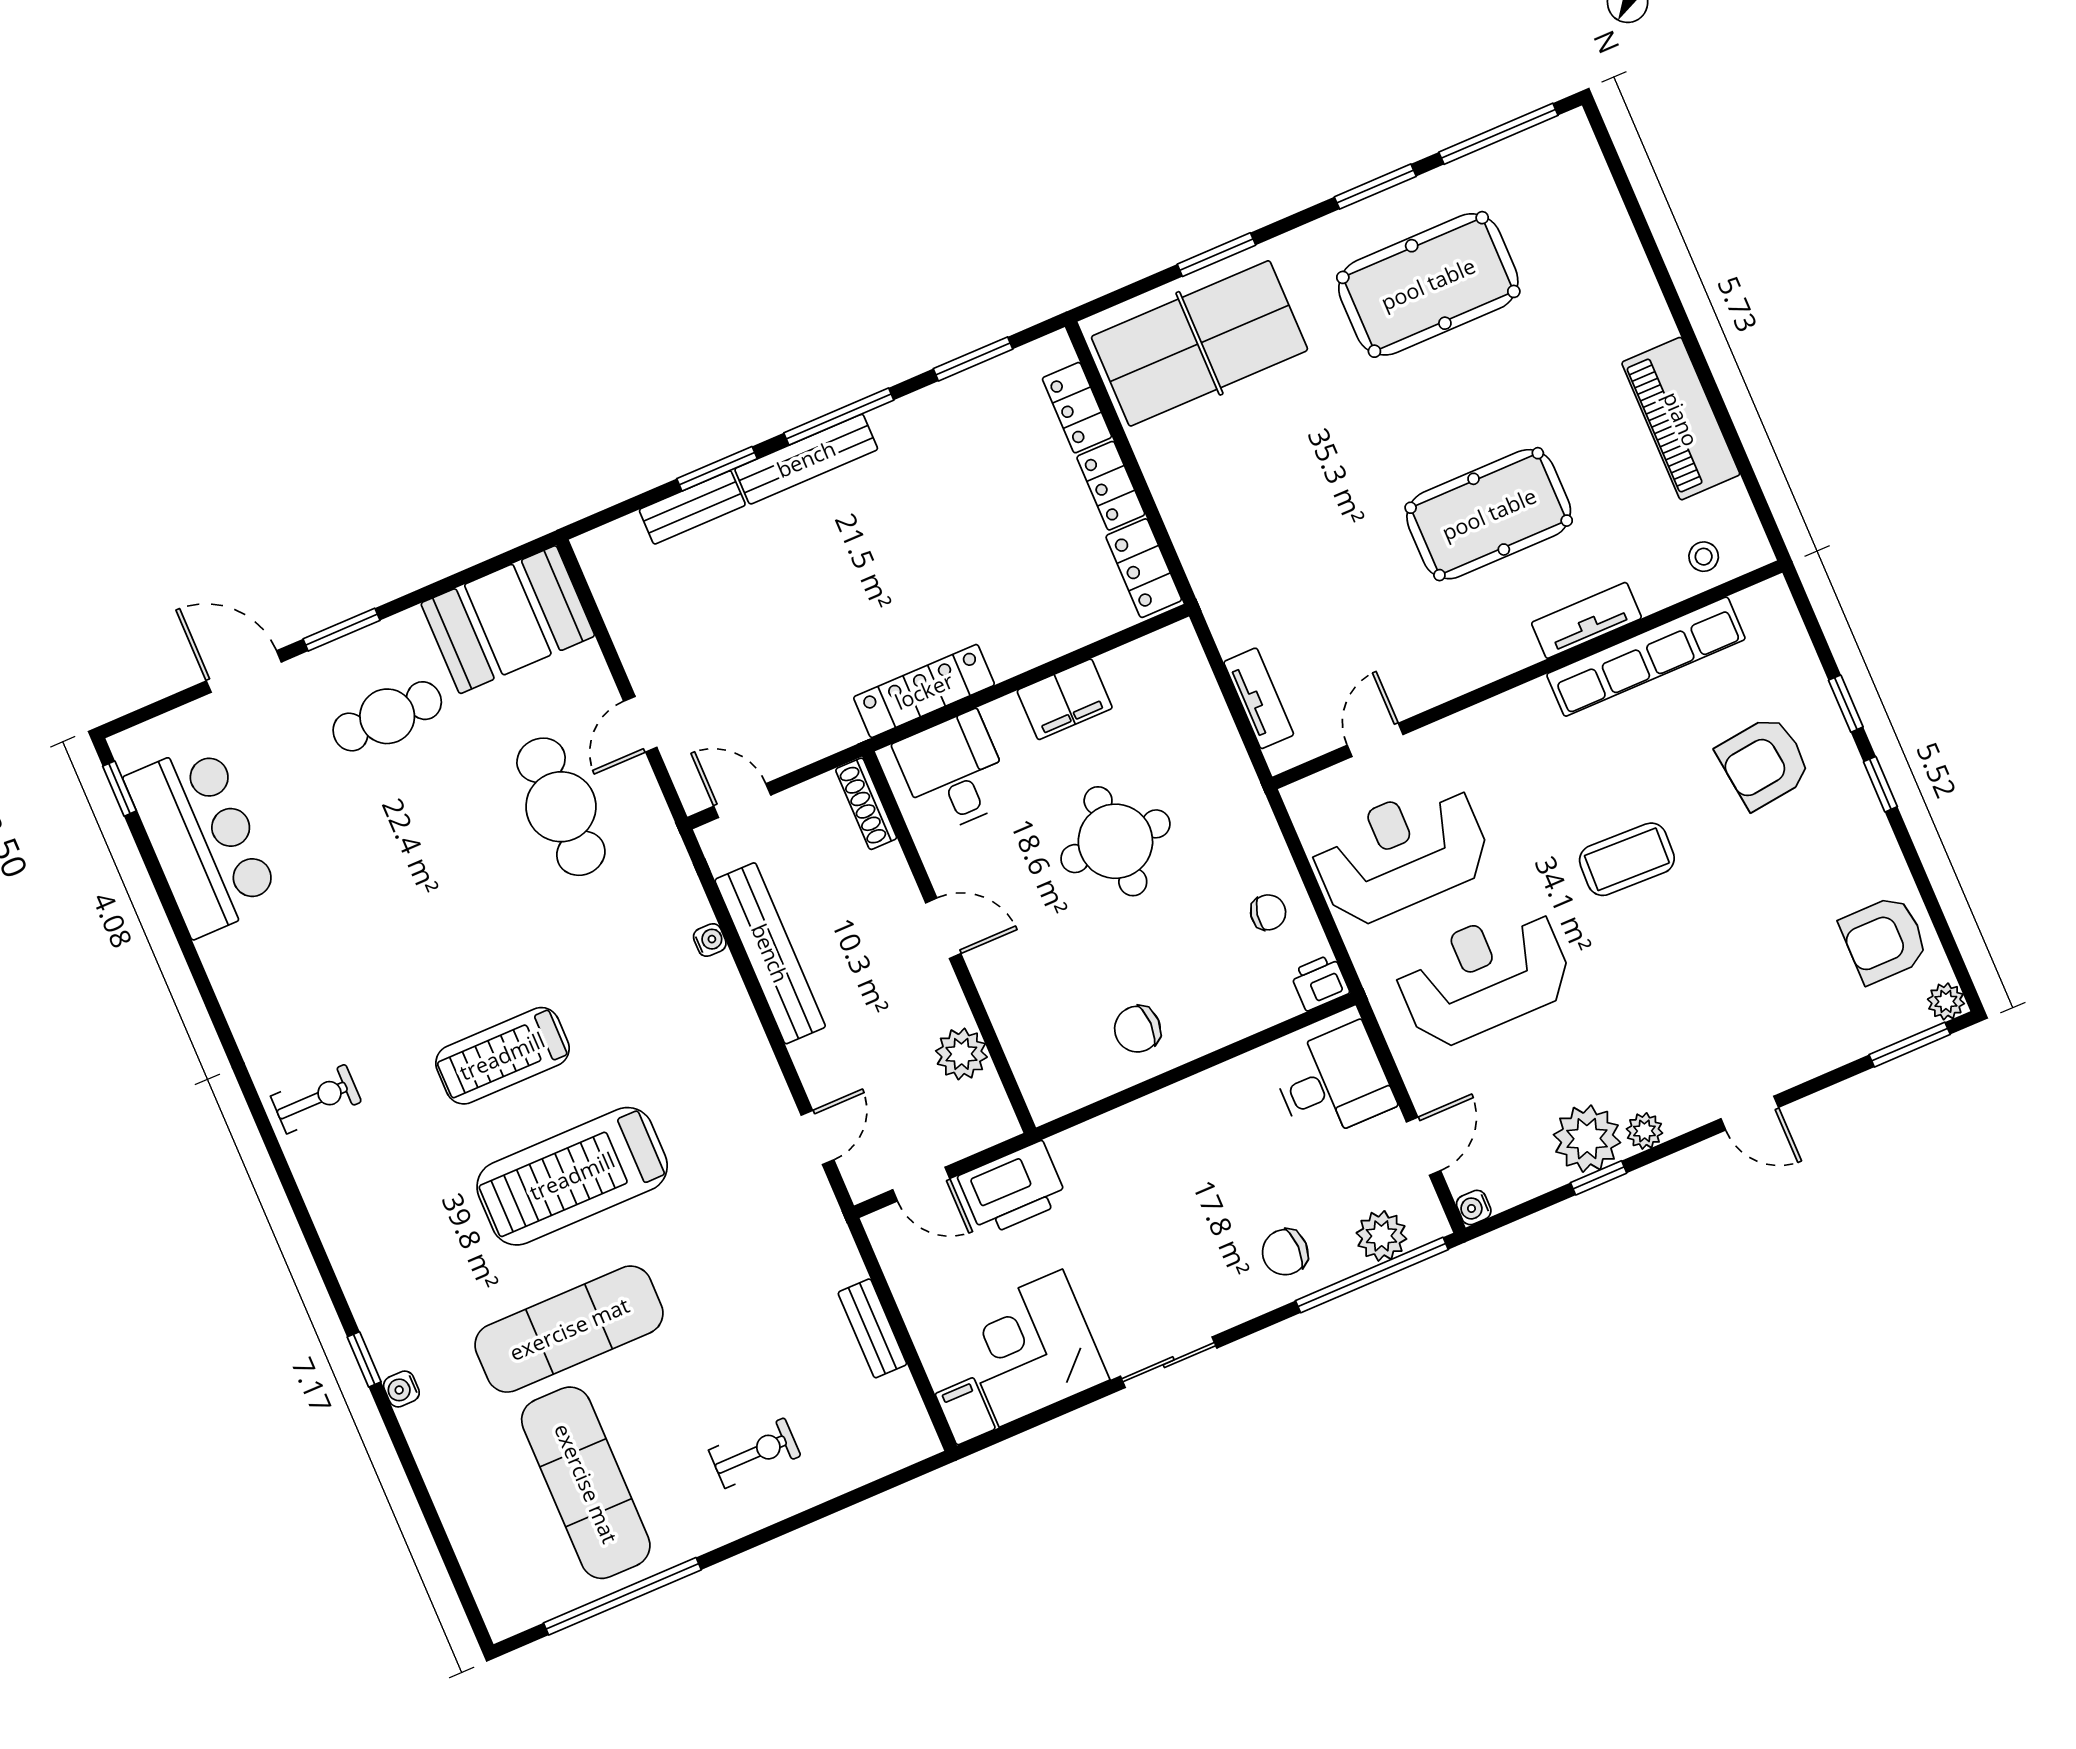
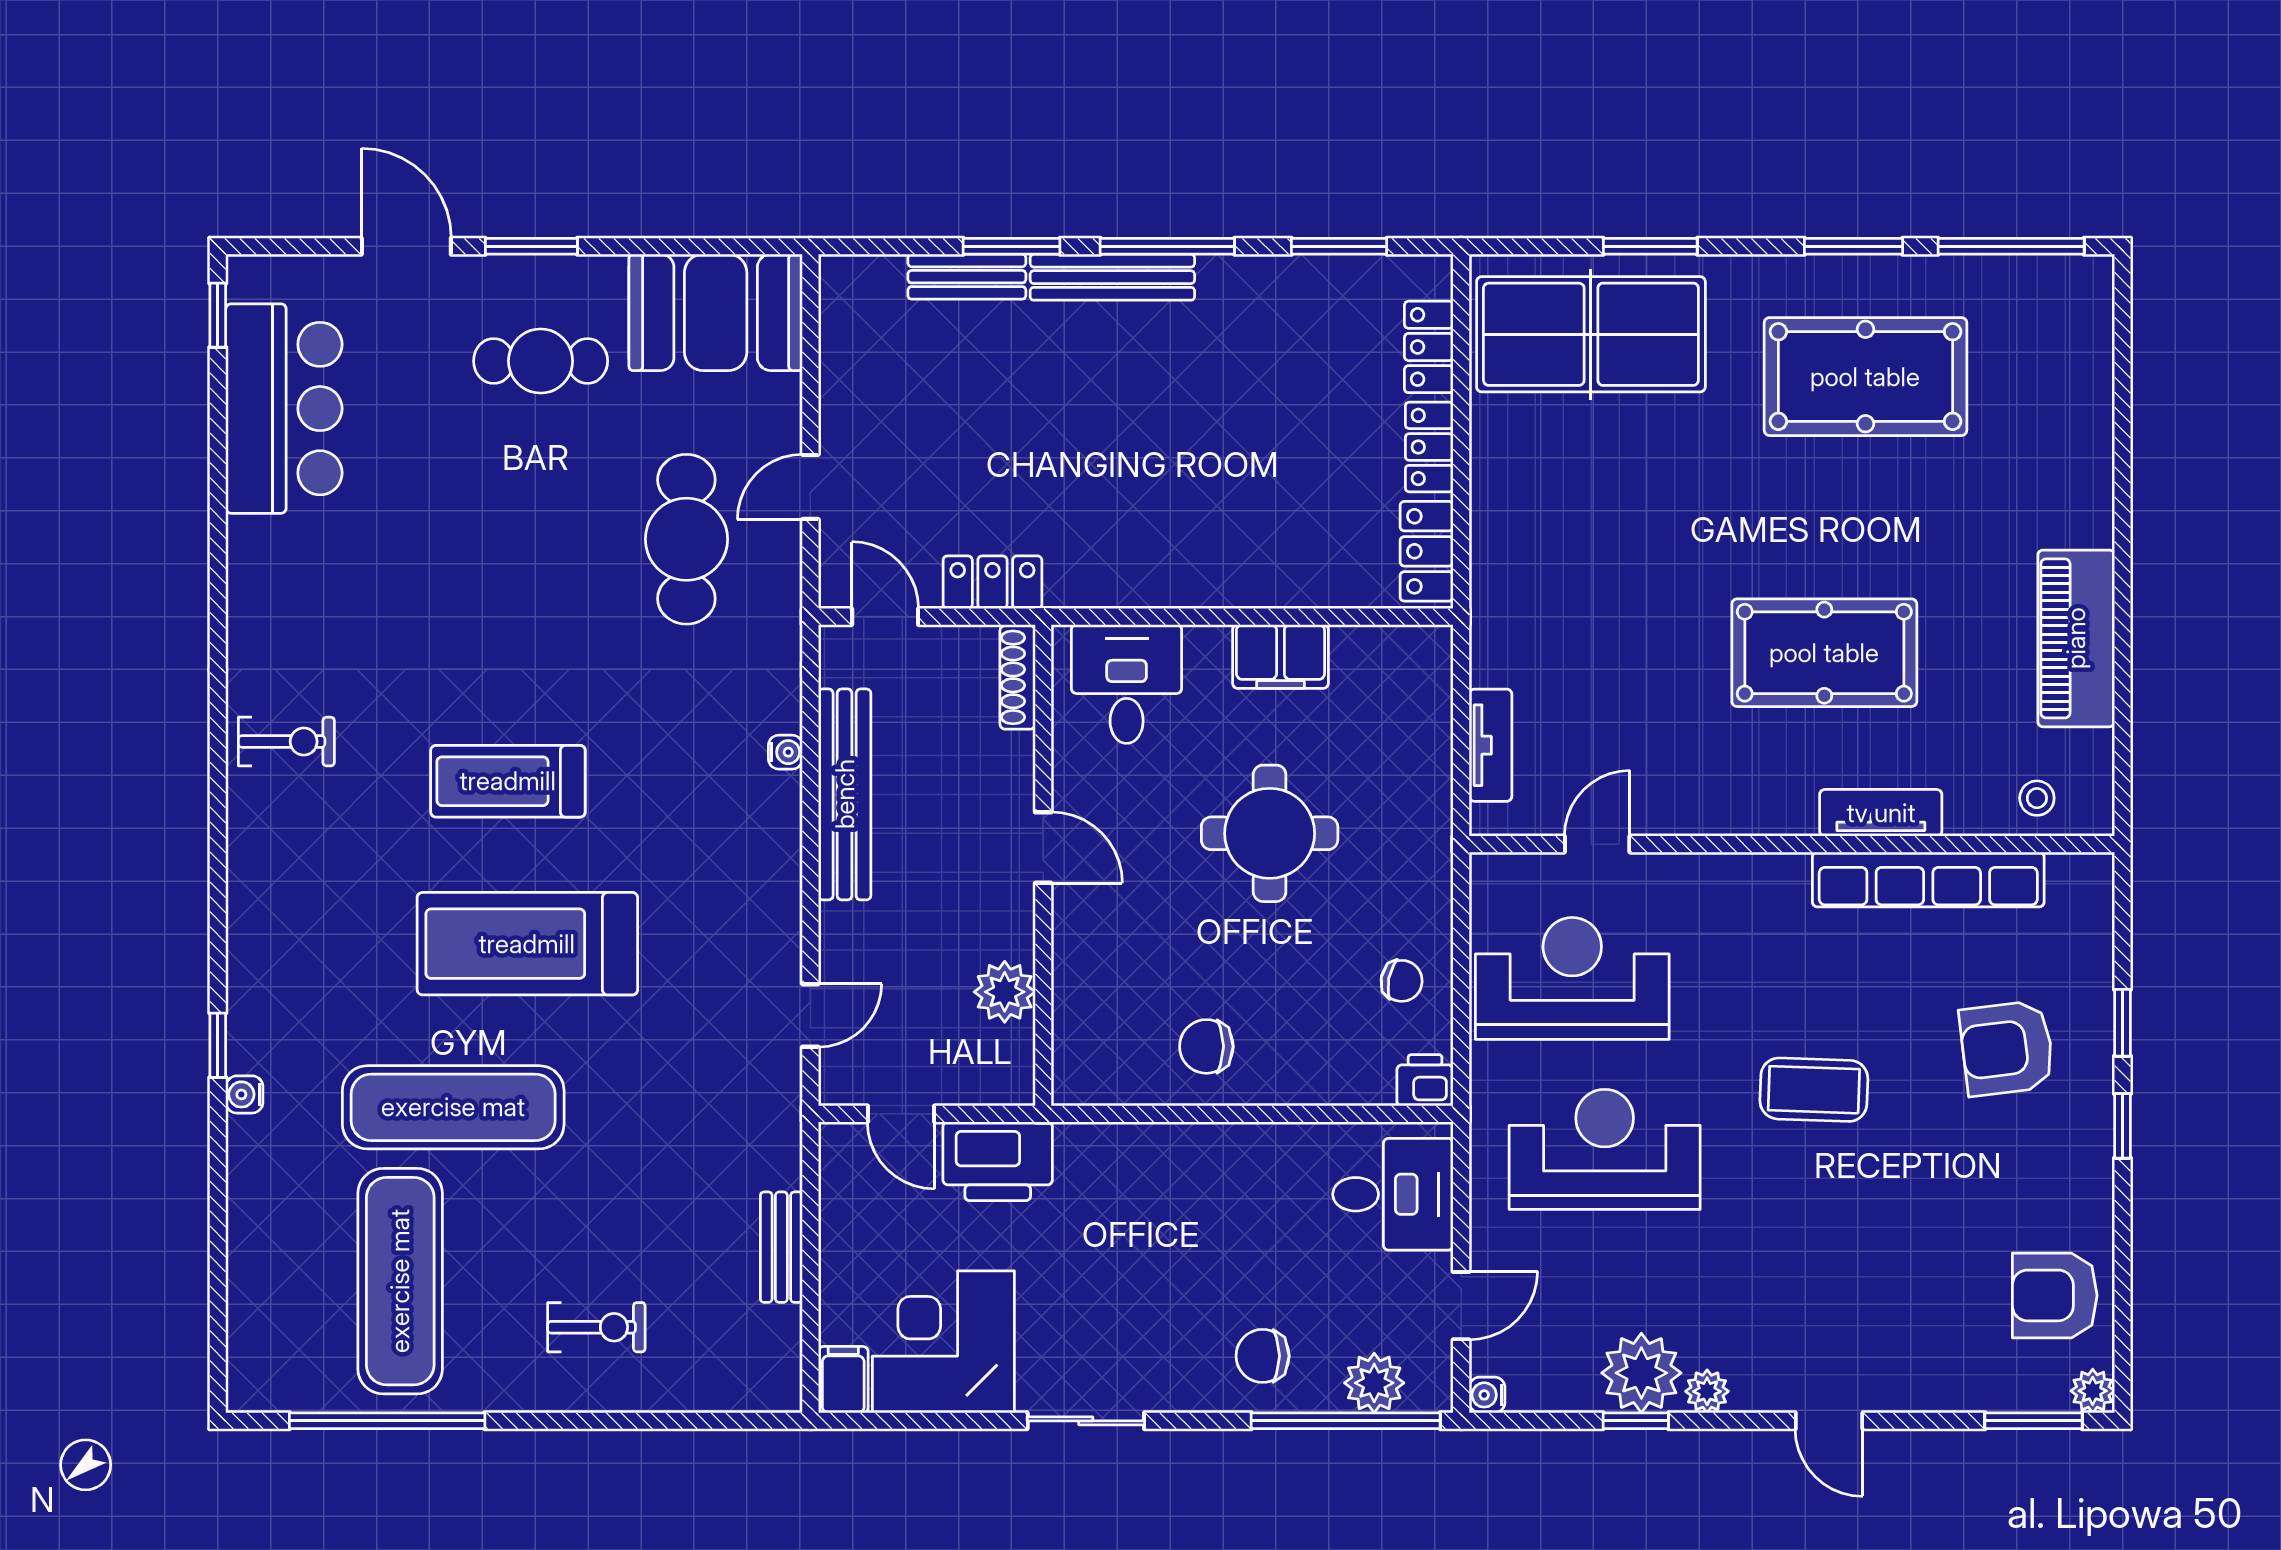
locker: (924, 691) -> (992, 582), moved, width x0.66

